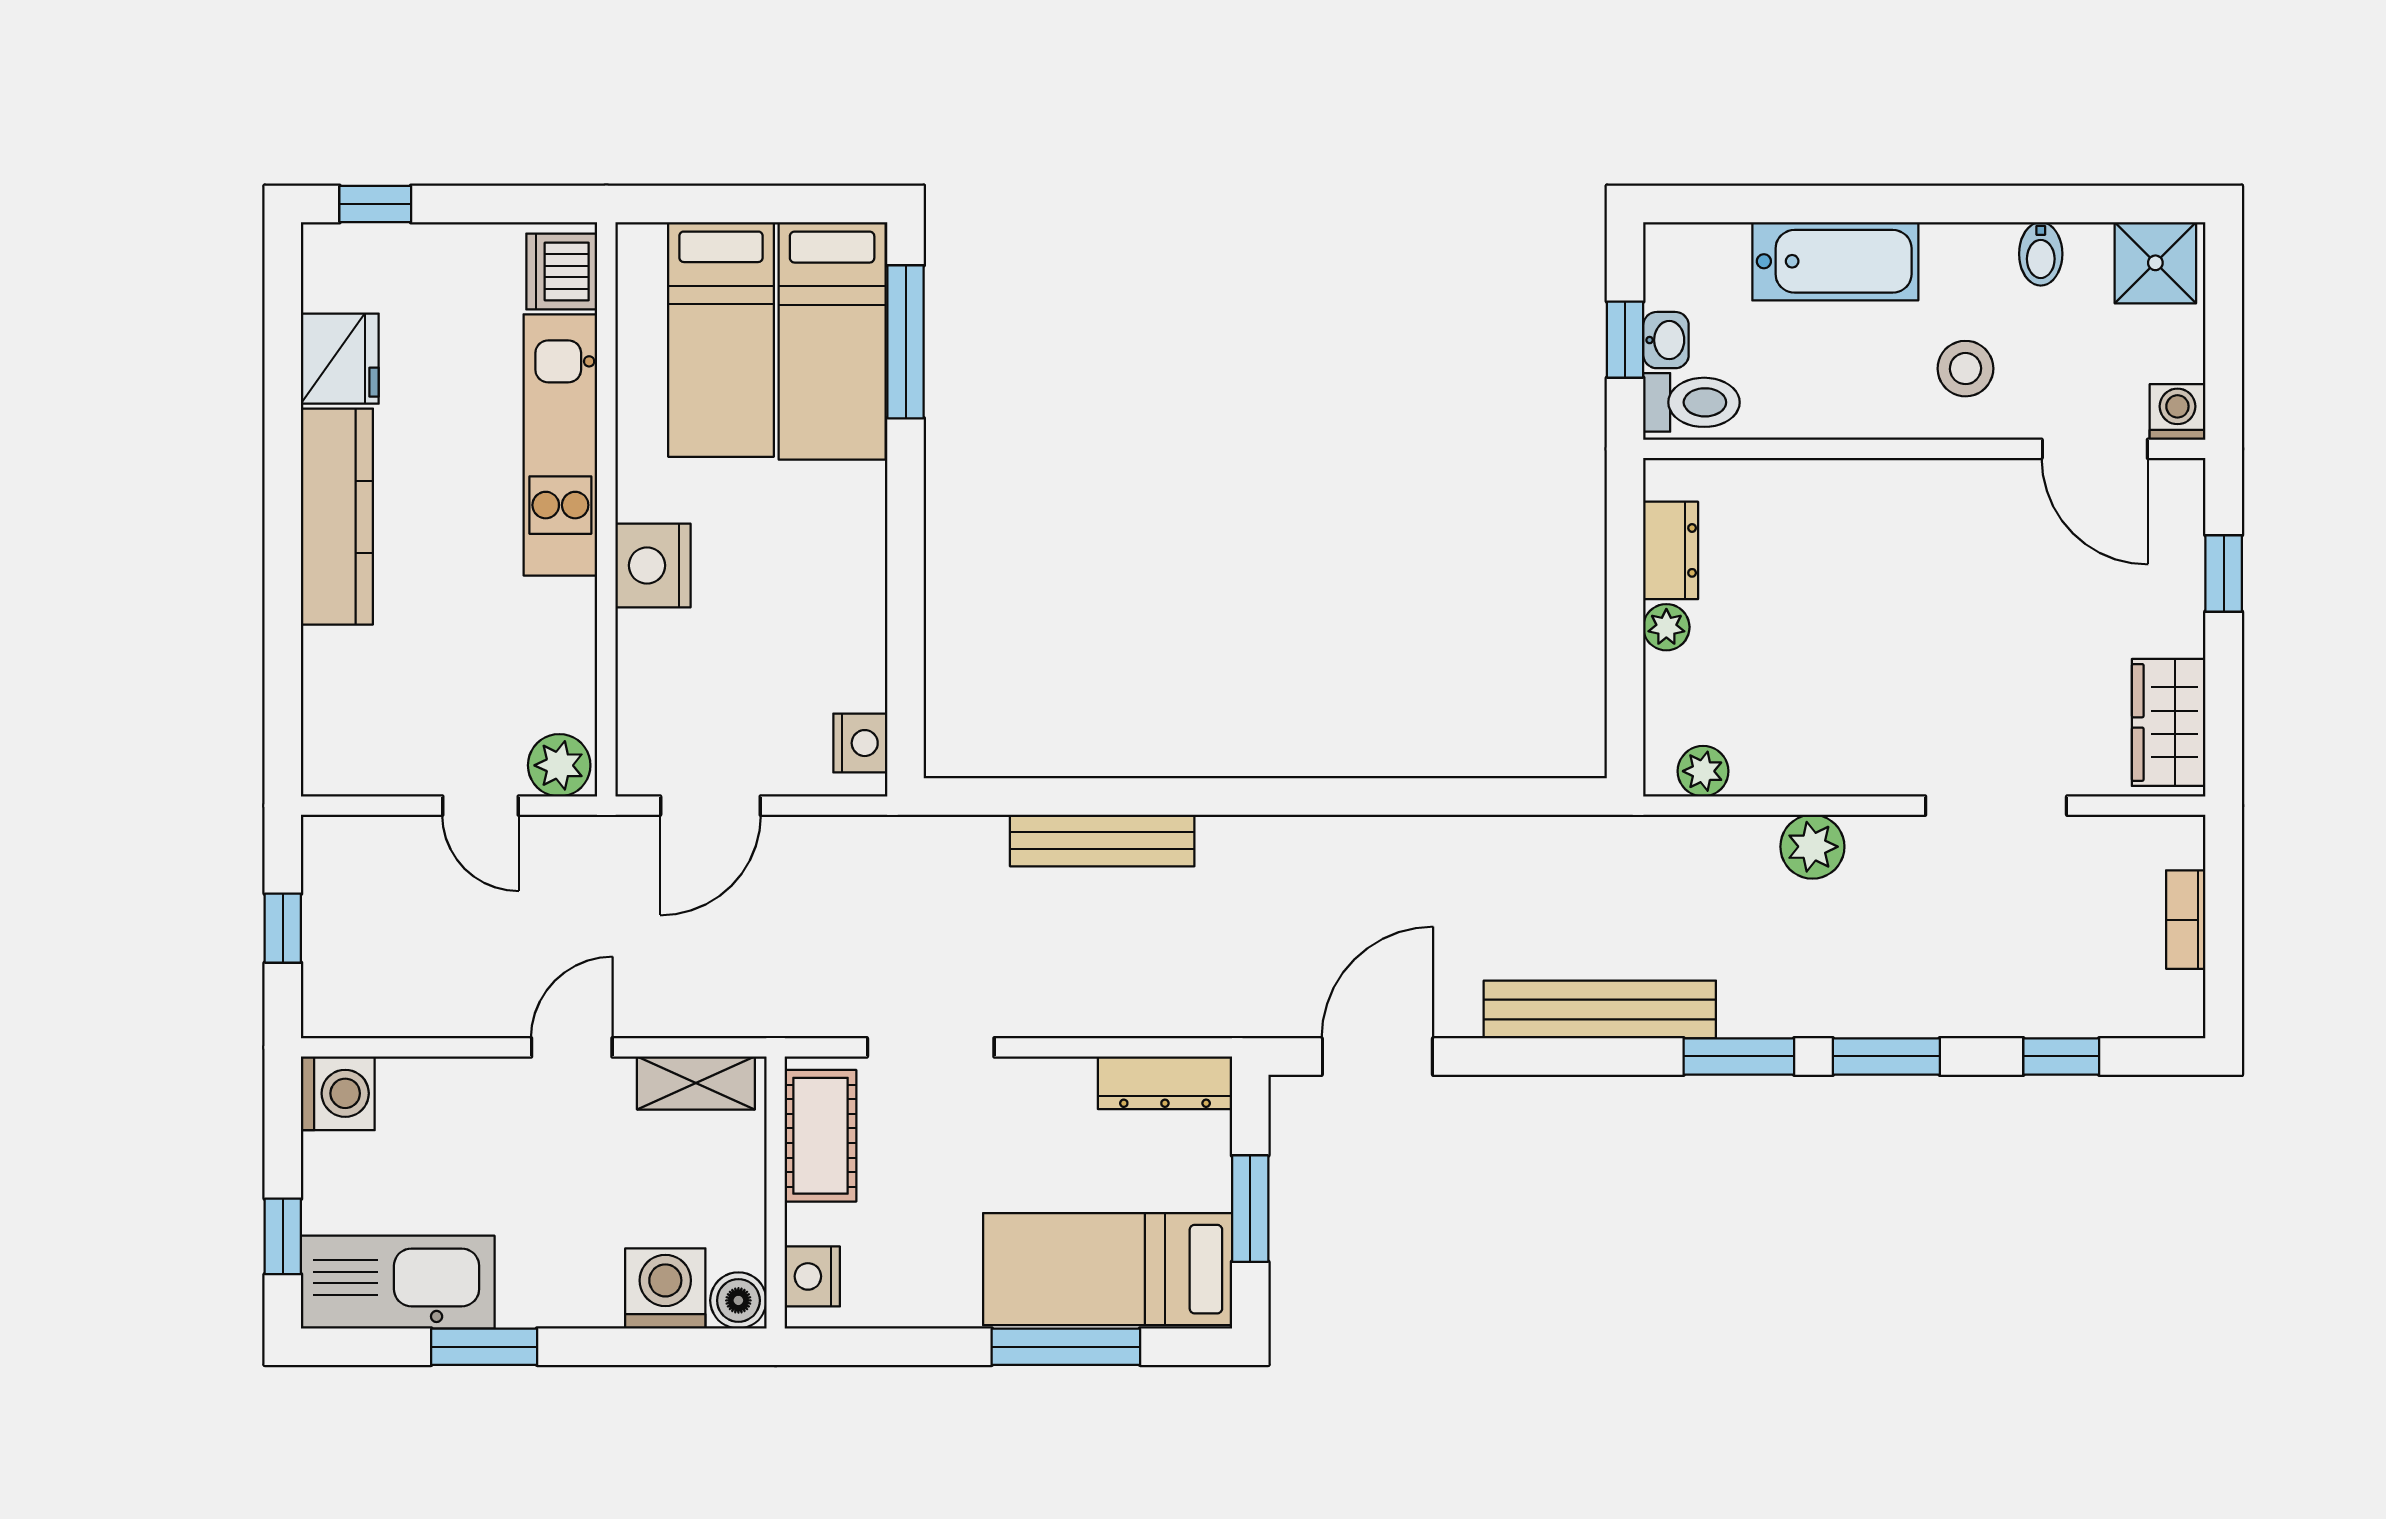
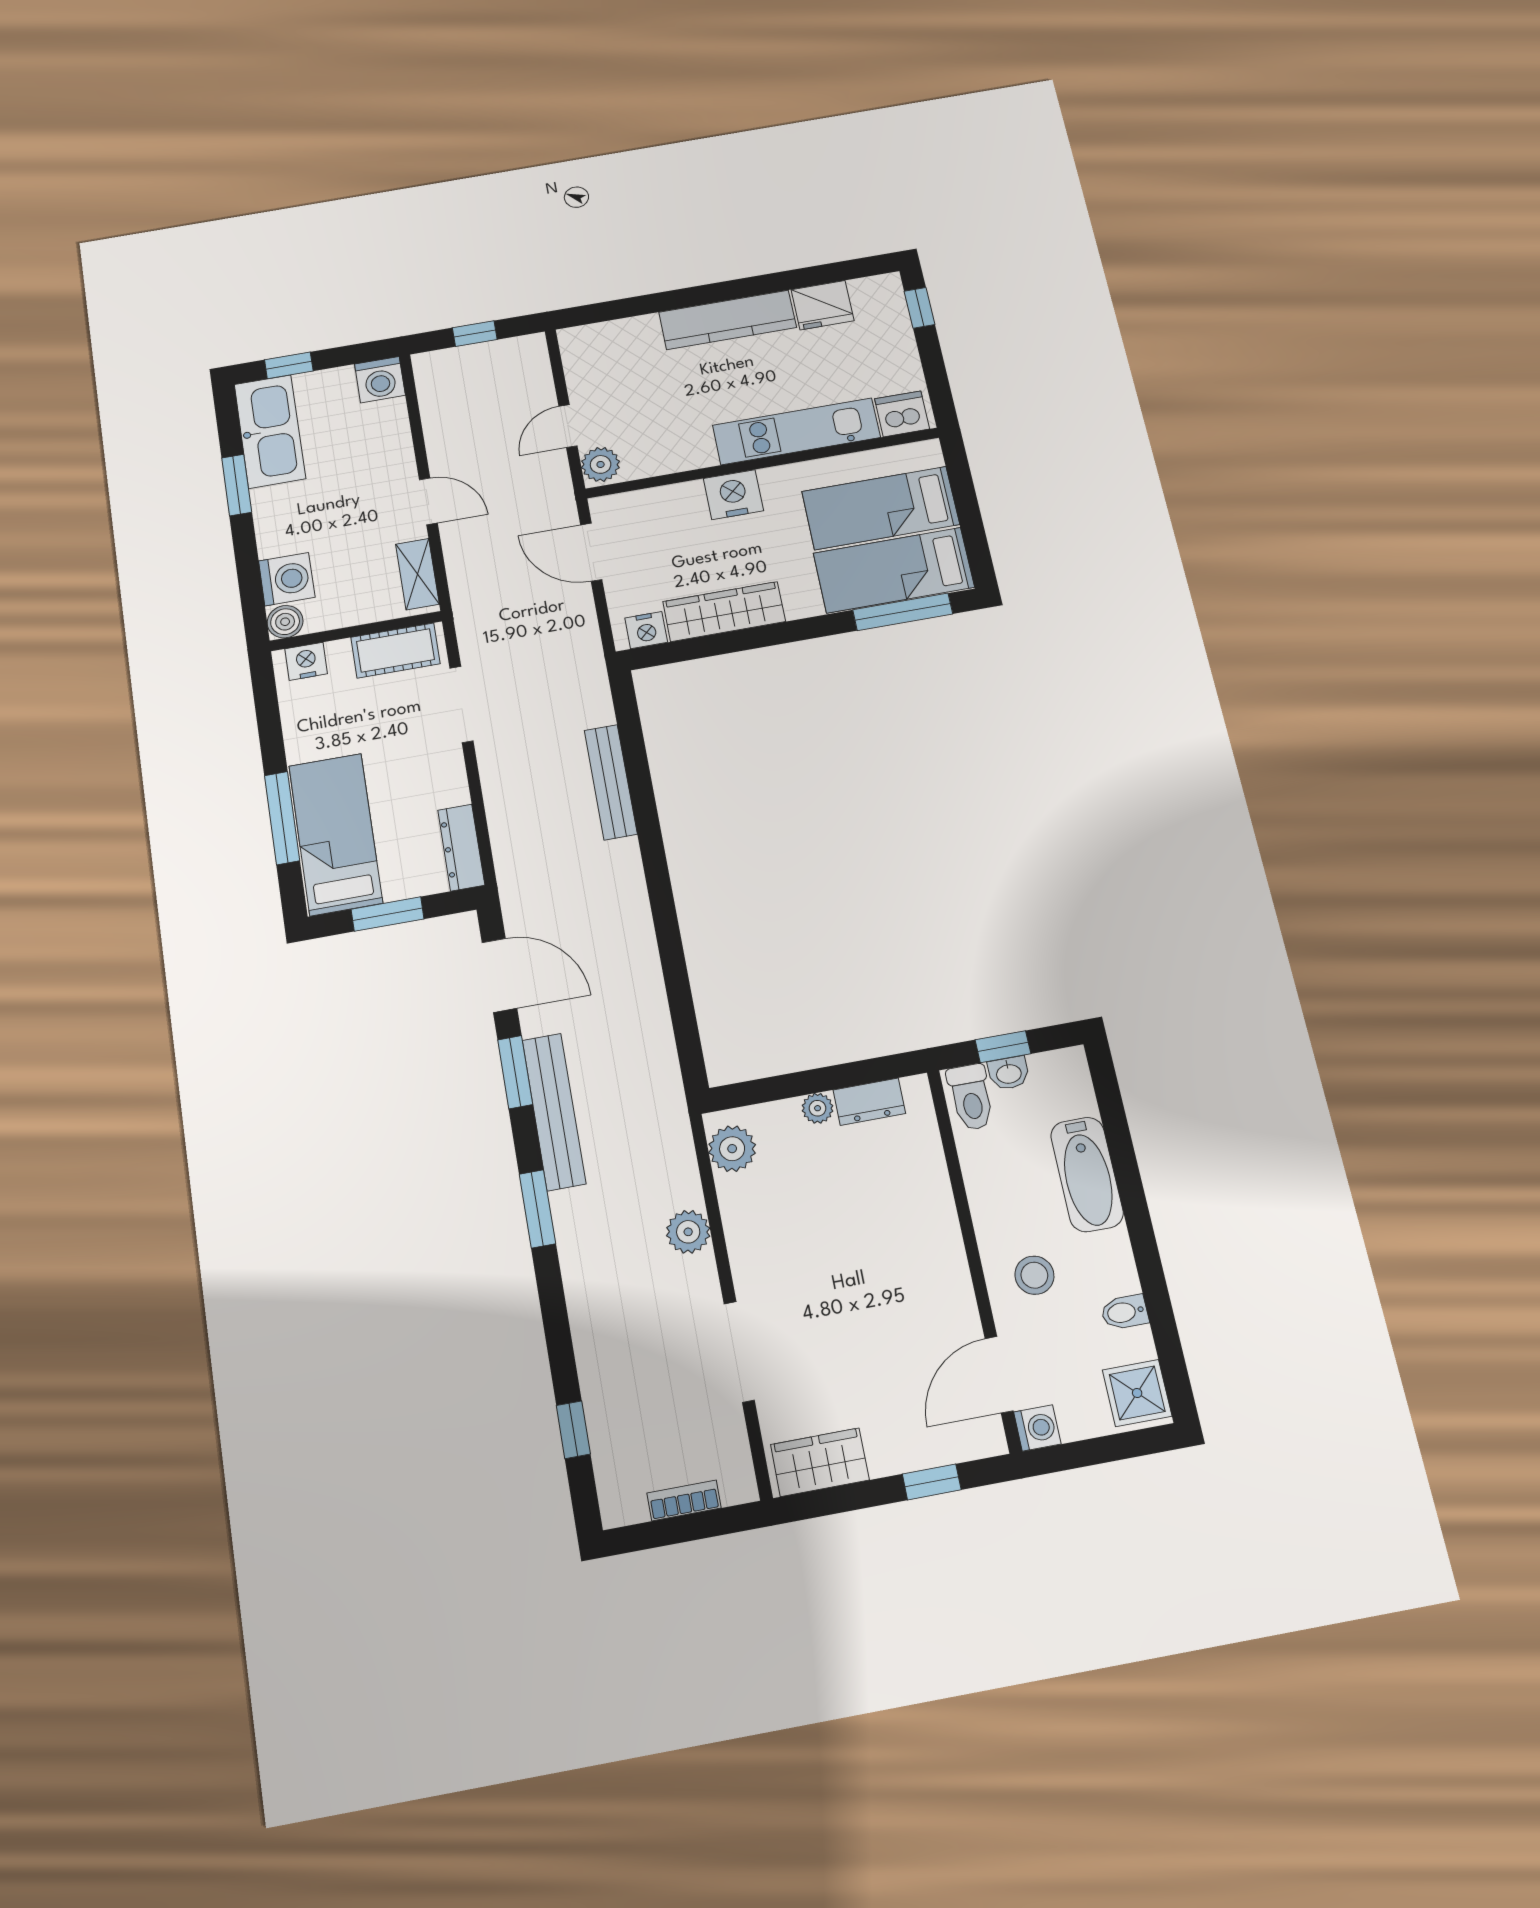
wardrobe: (852, 617) -> (724, 612), added
plant: (1703, 771) -> (732, 1149), width x1.38, depth x1.38
window: (1886, 1056) -> (515, 1072), moved

